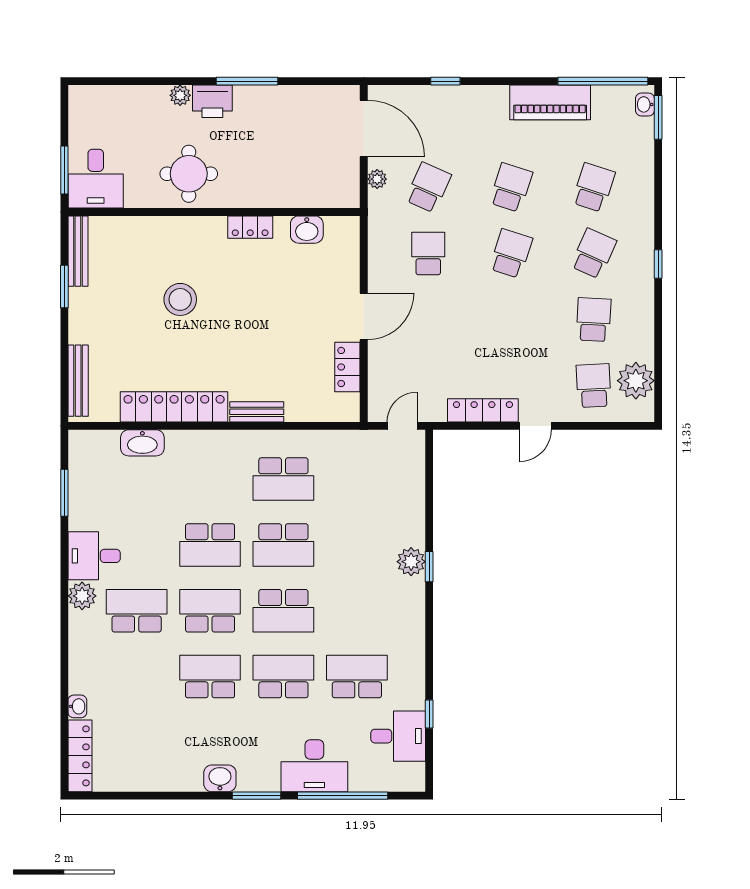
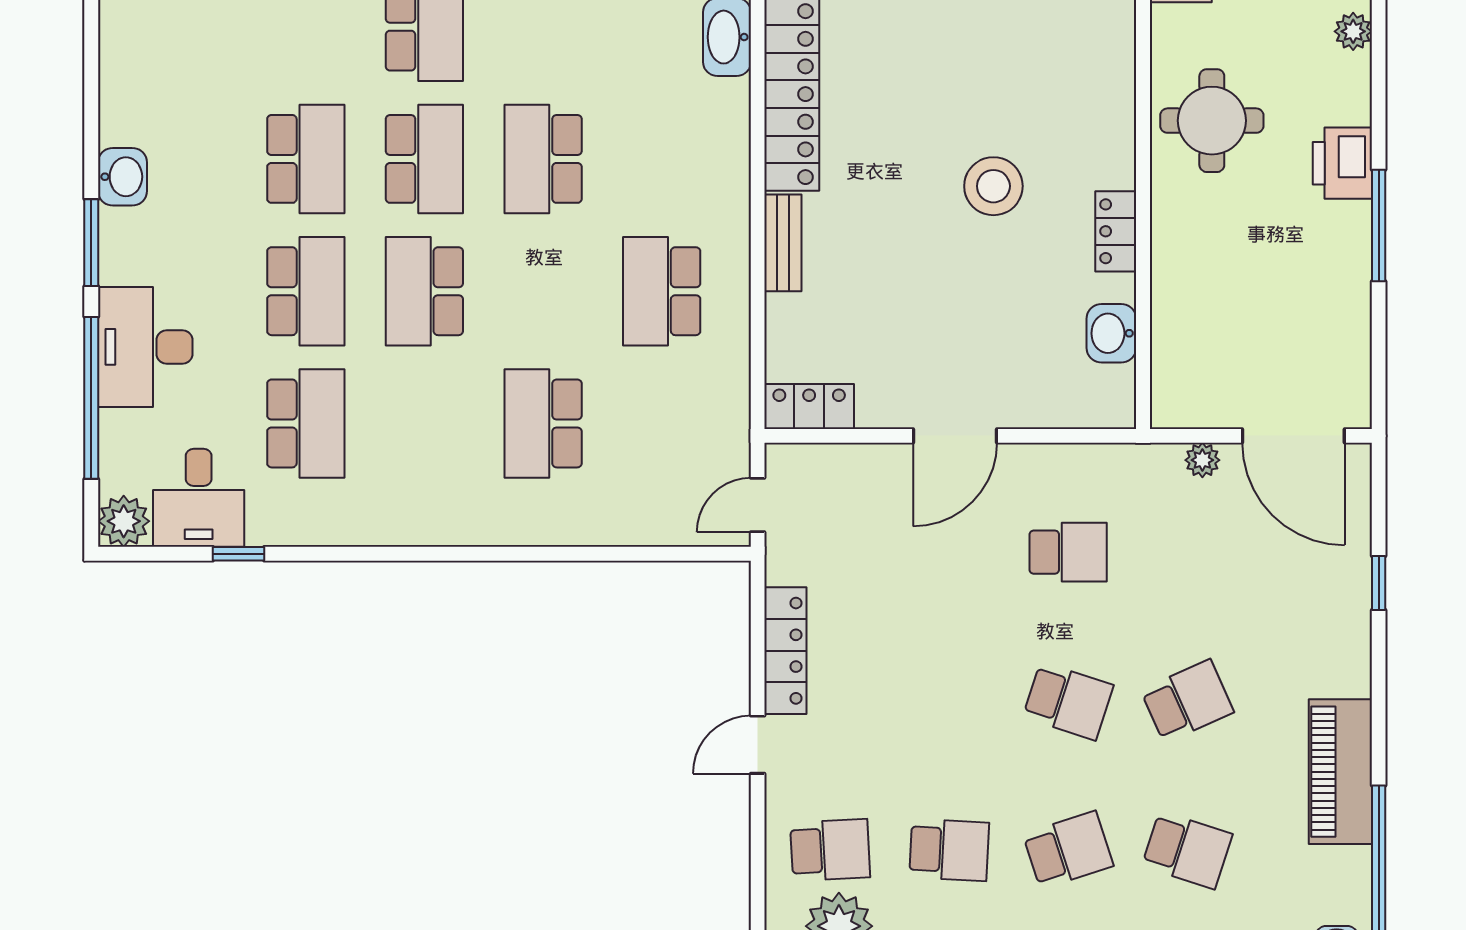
plant: (180, 95) -> (1353, 31), moved
door: (364, 129) -> (1293, 436), hinge flipped
school desk: (428, 187) -> (1187, 552), removed
school desk: (511, 187) -> (1187, 701), turned -42
school desk: (594, 253) -> (1068, 850), turned -42
stool: (180, 299) -> (993, 186), moved
door: (364, 316) -> (955, 436), hinge flipped
locker: (347, 367) -> (809, 407), moved
door: (402, 426) -> (758, 505), swing flipped
door: (535, 426) -> (758, 745), hinge flipped
school desk: (283, 545) -> (543, 423), moved
plant: (411, 562) -> (124, 521), moved
window: (429, 567) -> (504, 554), removed

